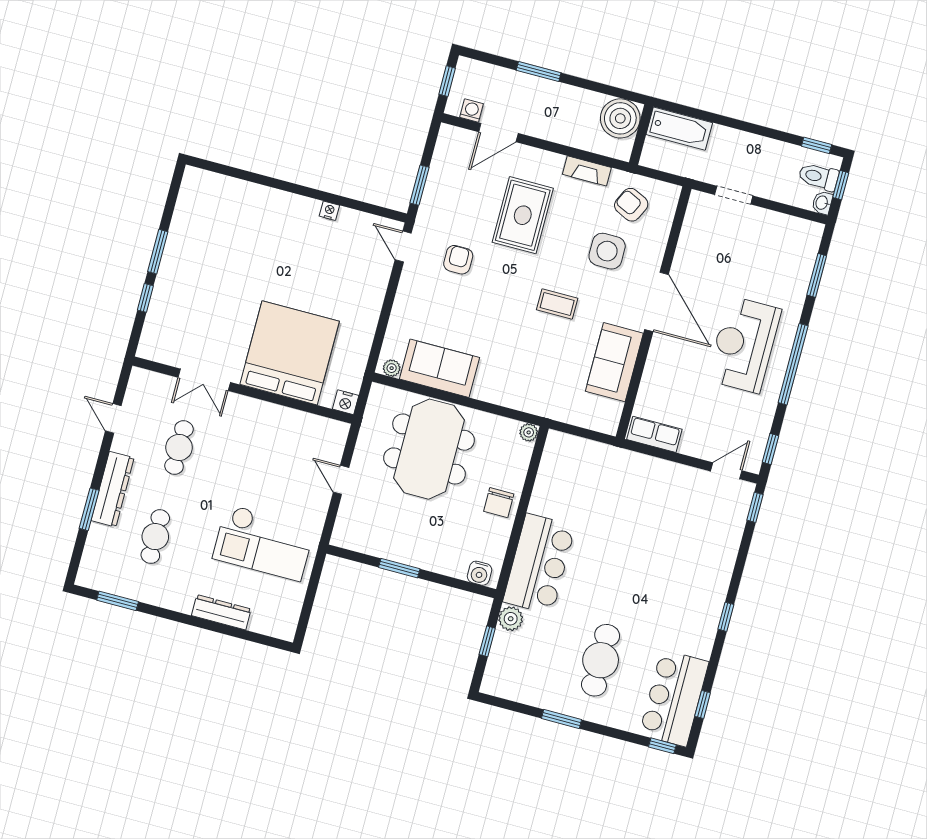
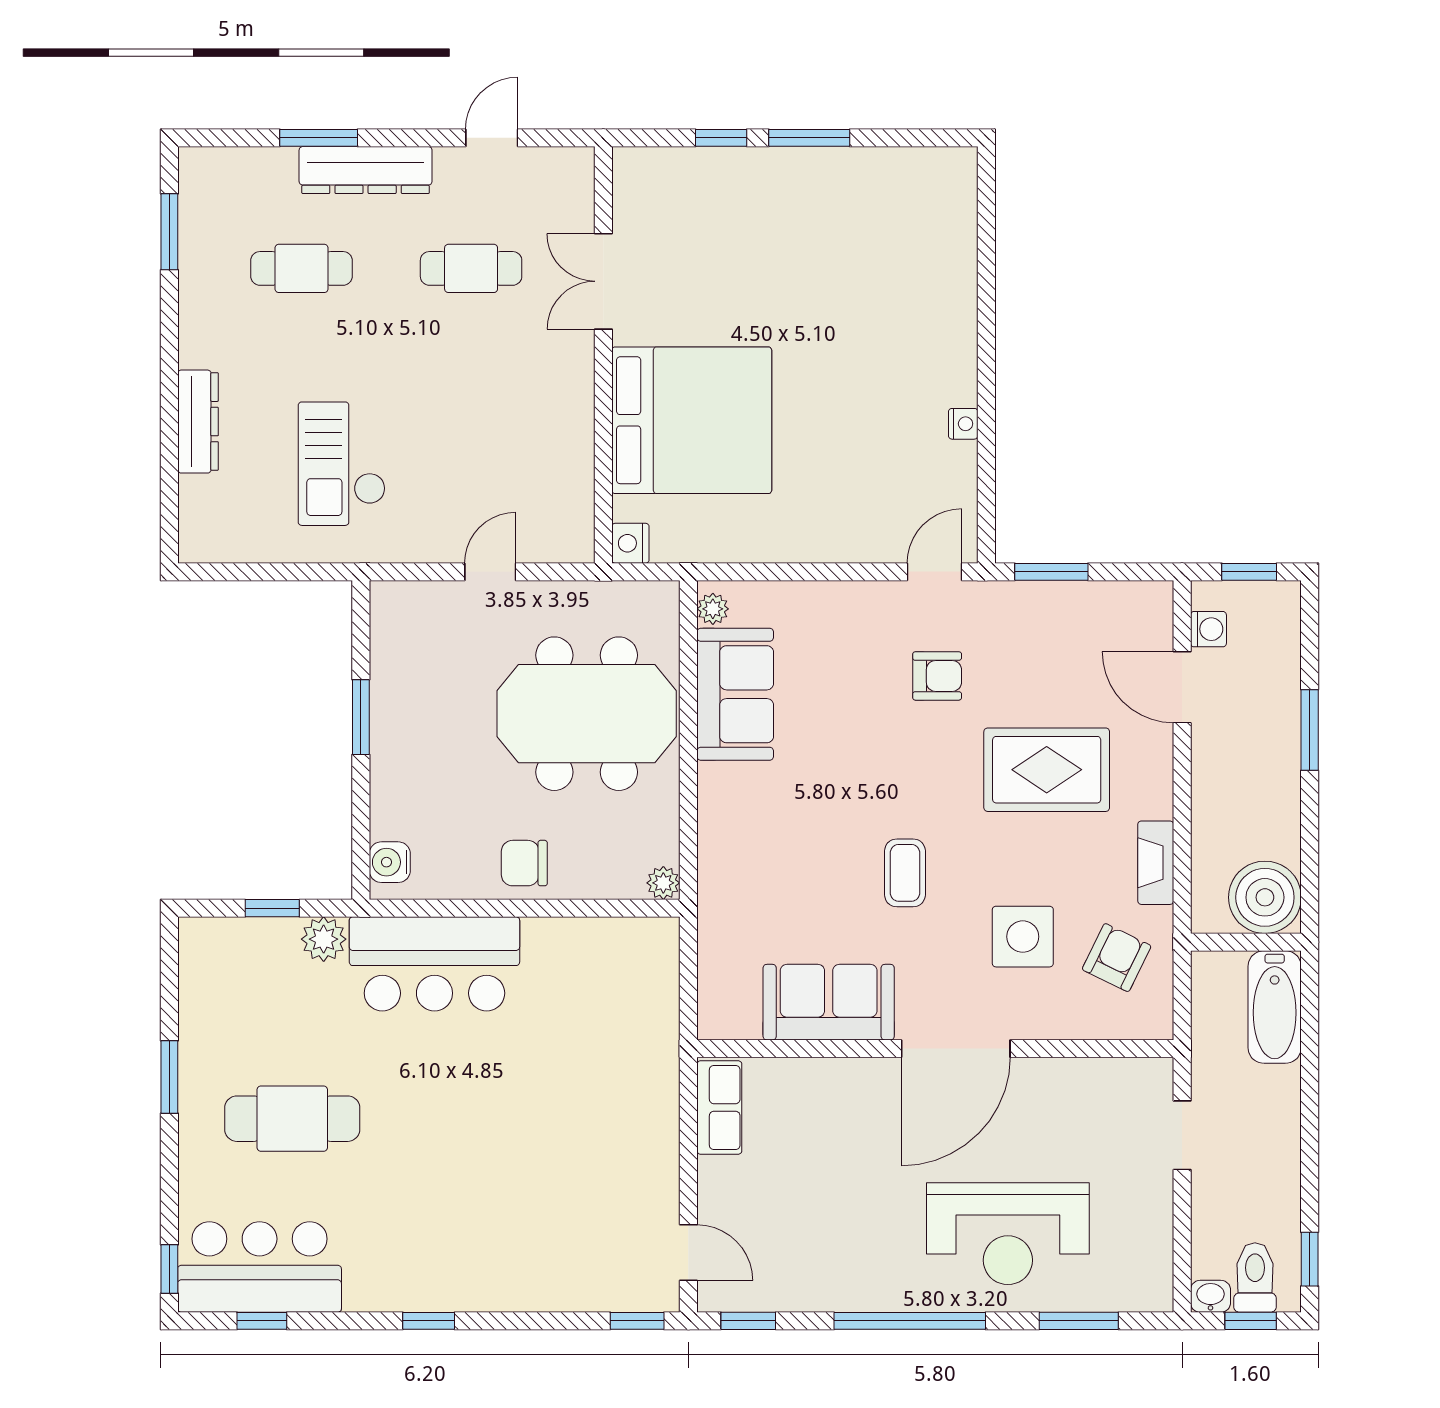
reception desk: (744, 345) -> (1008, 1234), moved, turned 180
checkout: (263, 543) -> (342, 464), width x0.73, depth x0.83

